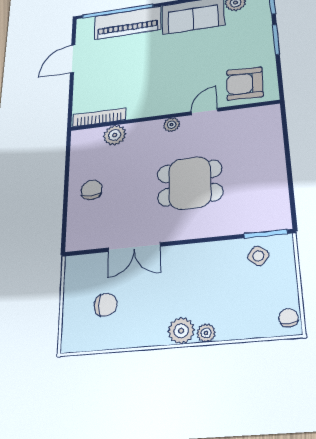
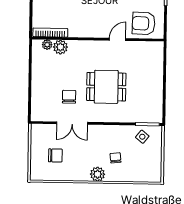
plant: (172, 125) -> (47, 45), moved
chair: (92, 190) -> (69, 97), moved
chair: (288, 318) -> (115, 158), moved
plant: (206, 333) -> (111, 177), removed

